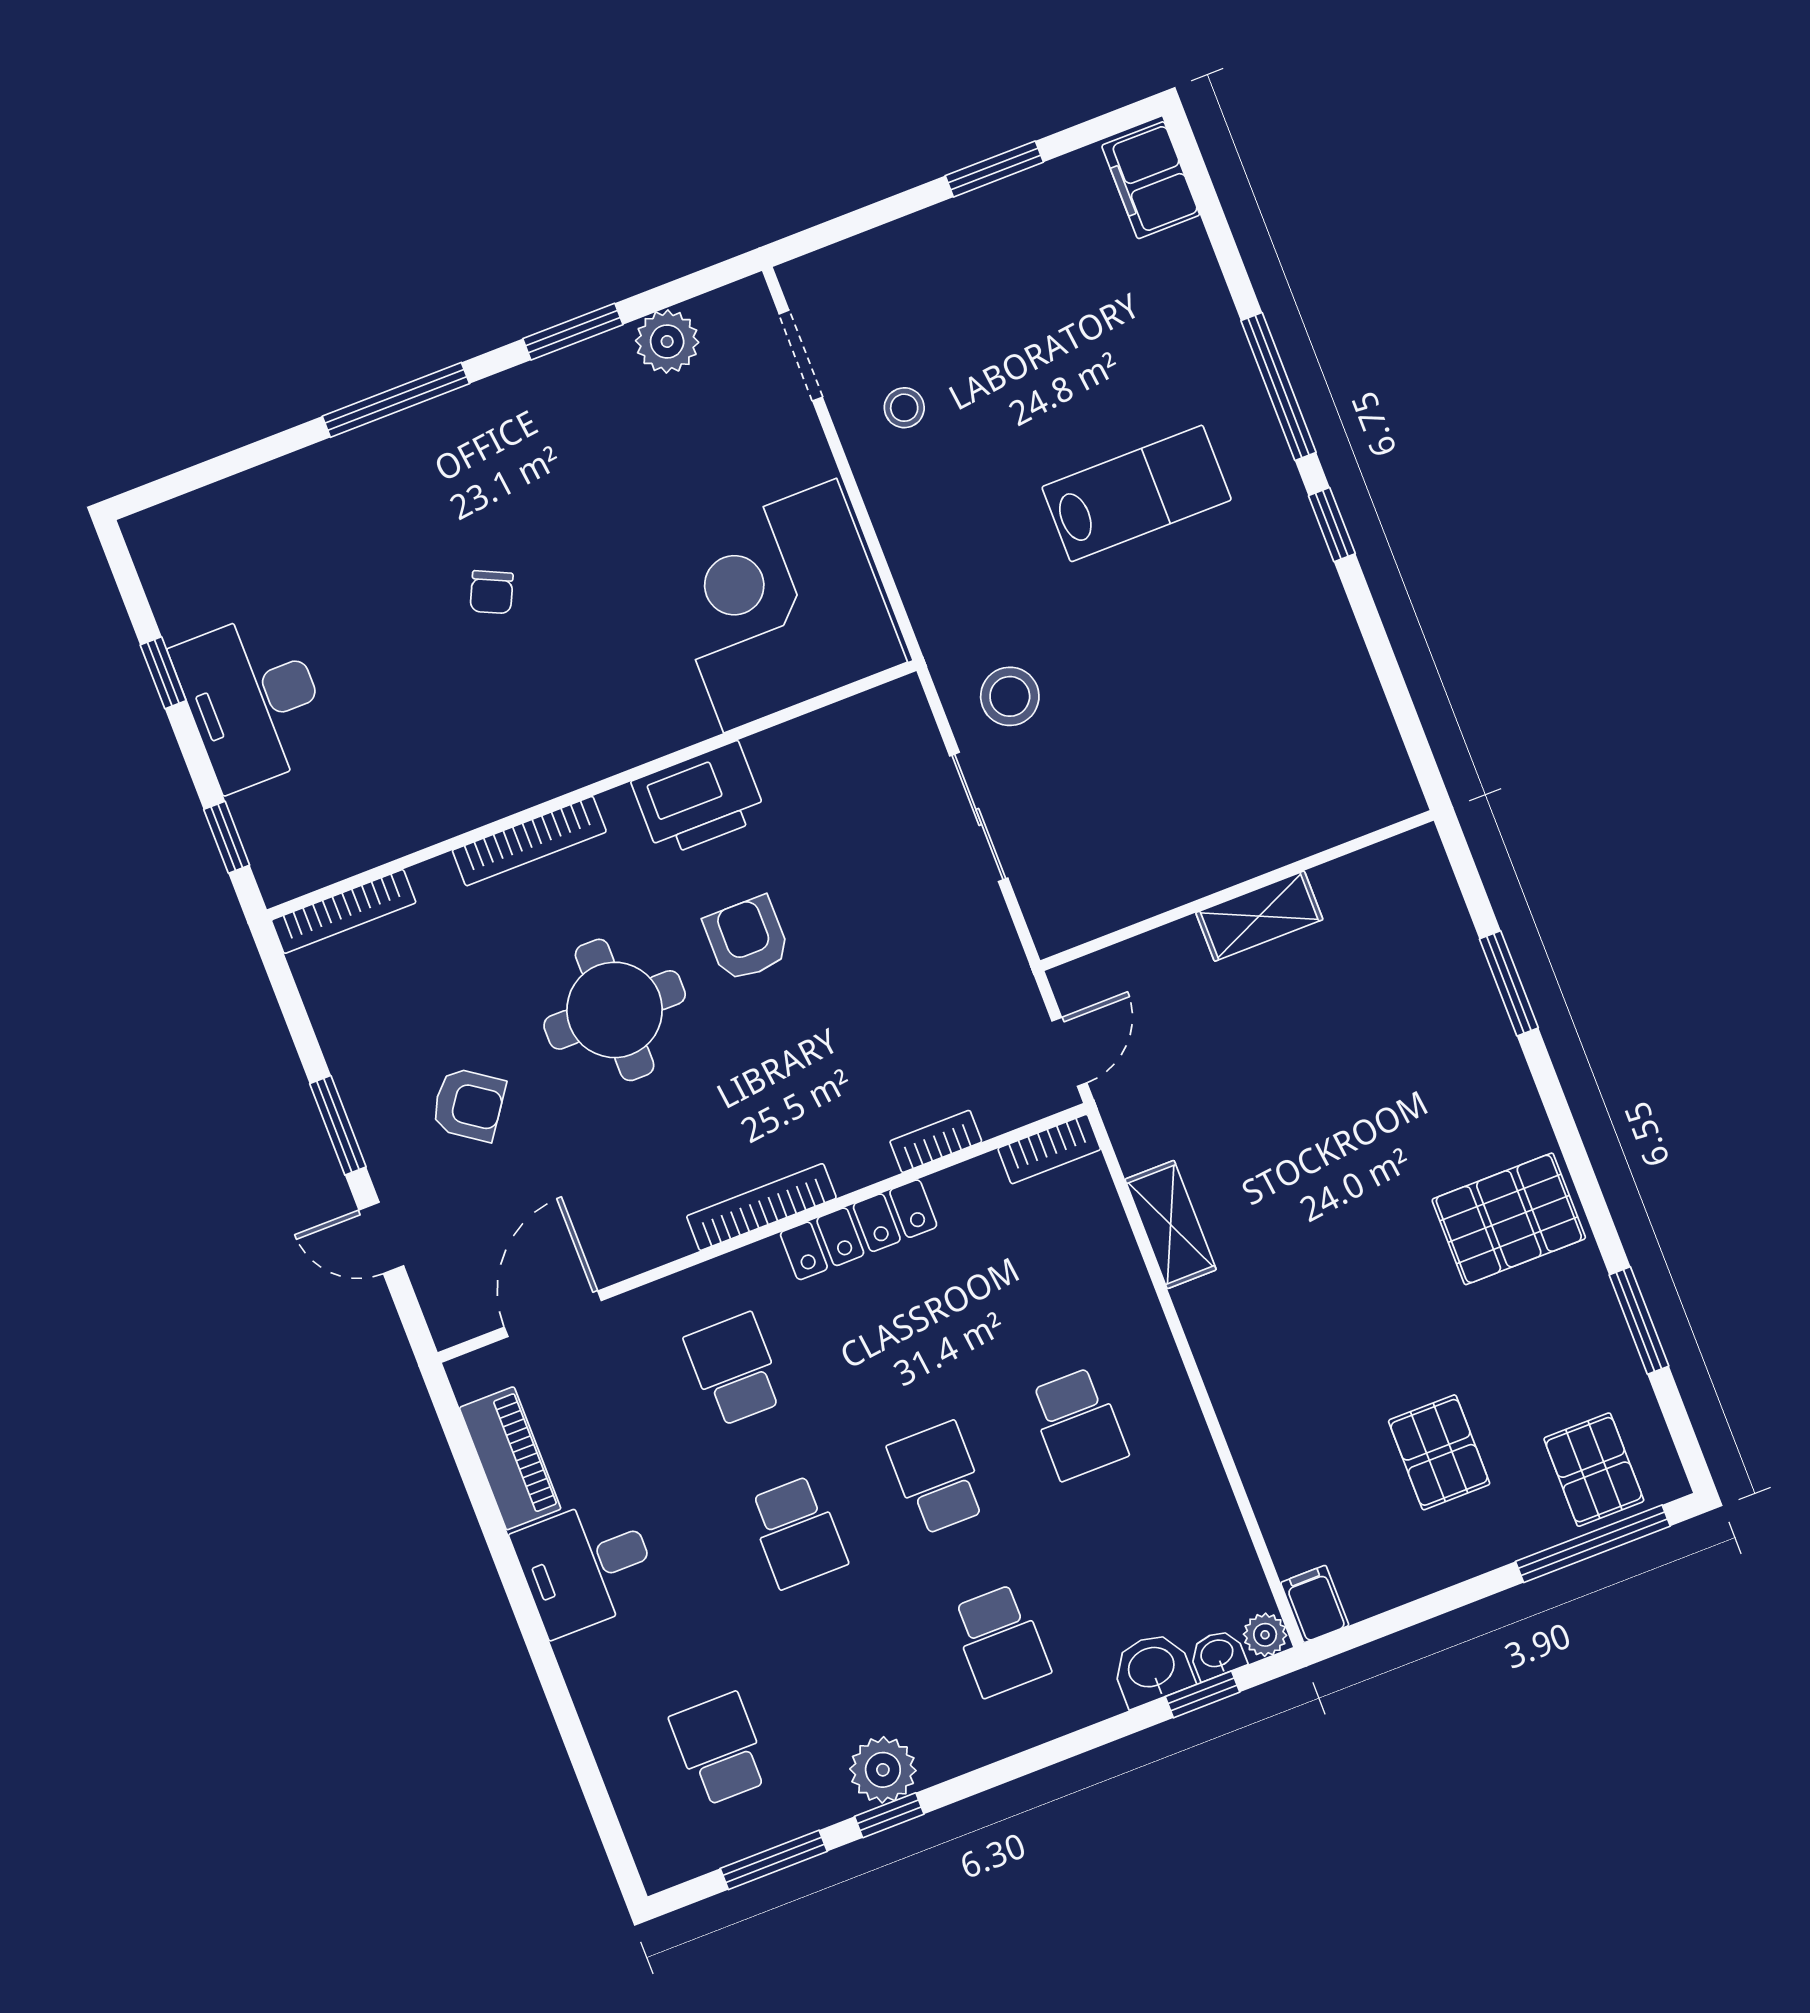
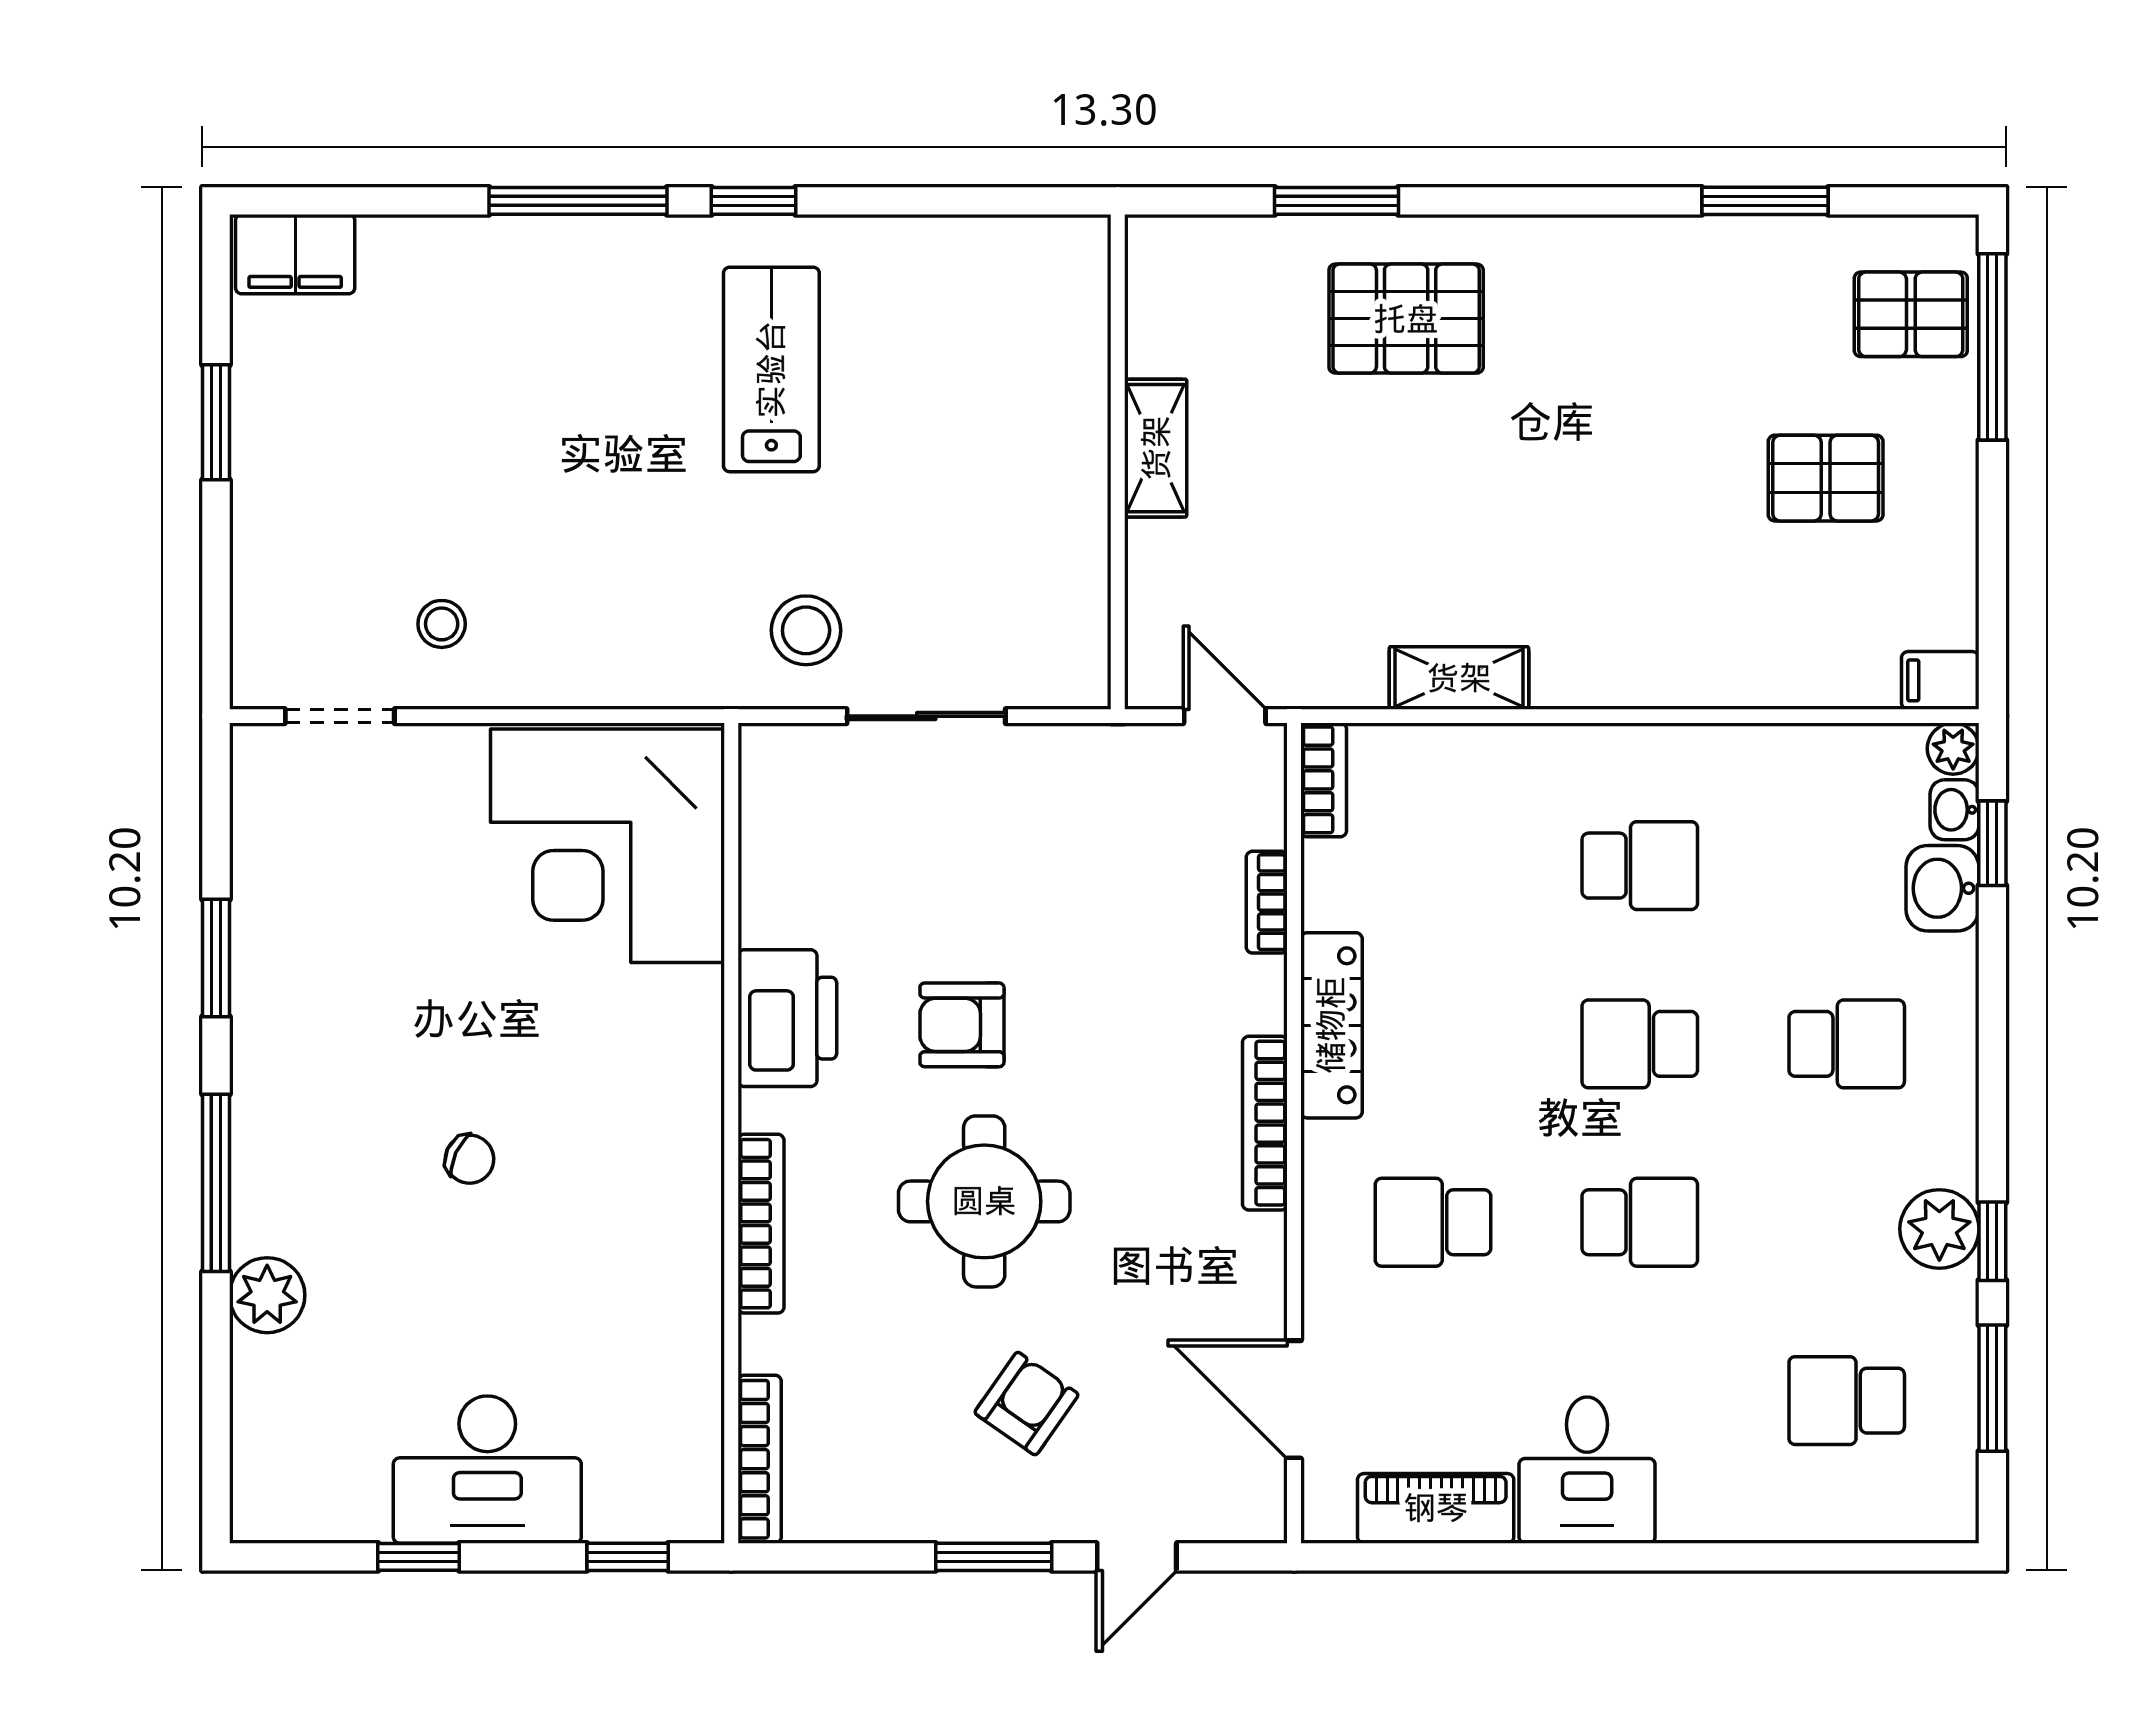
plant: (667, 341) -> (267, 1295), moved
lab bench: (1137, 493) -> (771, 369), moved
pallet: (1509, 1219) -> (1406, 319), moved, turned 90

